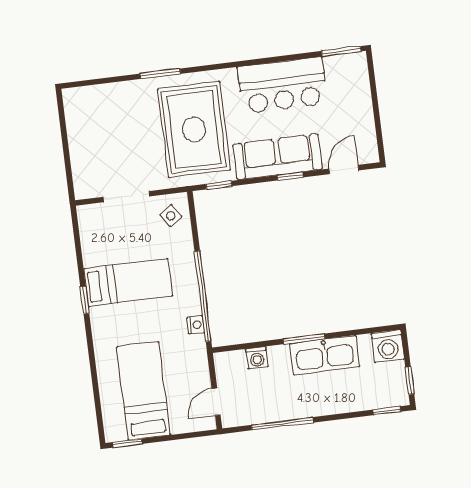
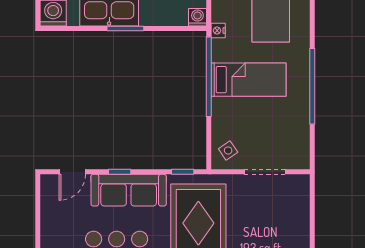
bed: (128, 282) -> (248, 80), moved, turned 180
window: (85, 300) -> (312, 86), width x3.17
nightstand: (196, 325) -> (218, 31), moved
washing machine: (257, 358) -> (197, 17), moved

